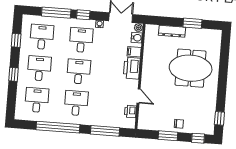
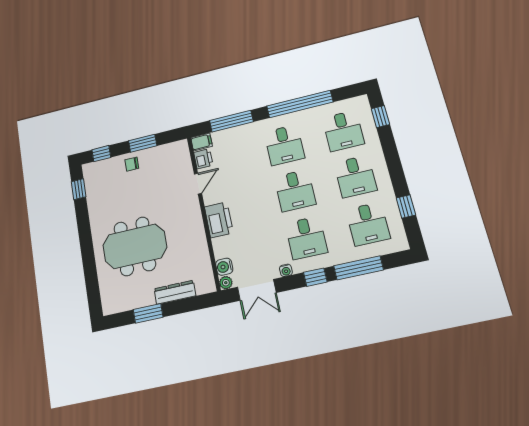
filing cabinet: (134, 52) -> (202, 142), moved
window: (13, 74) -> (380, 117), moved
door: (139, 96) -> (198, 184), swing flipped

